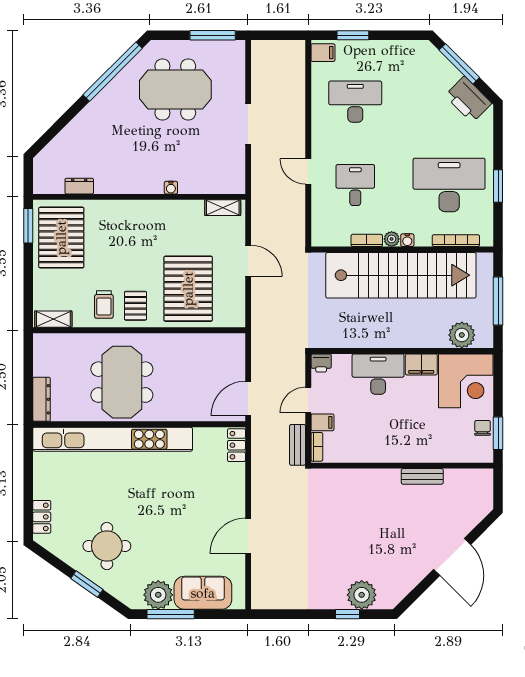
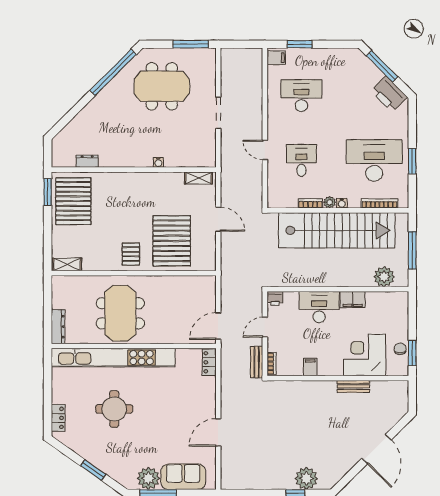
trolley: (104, 304) -> (106, 253), removed
corner desk: (466, 381) -> (365, 355), moved, turned 180
filing cabinet: (322, 422) -> (310, 367), moved, turned -90
round table: (107, 546) -> (114, 409), moved

